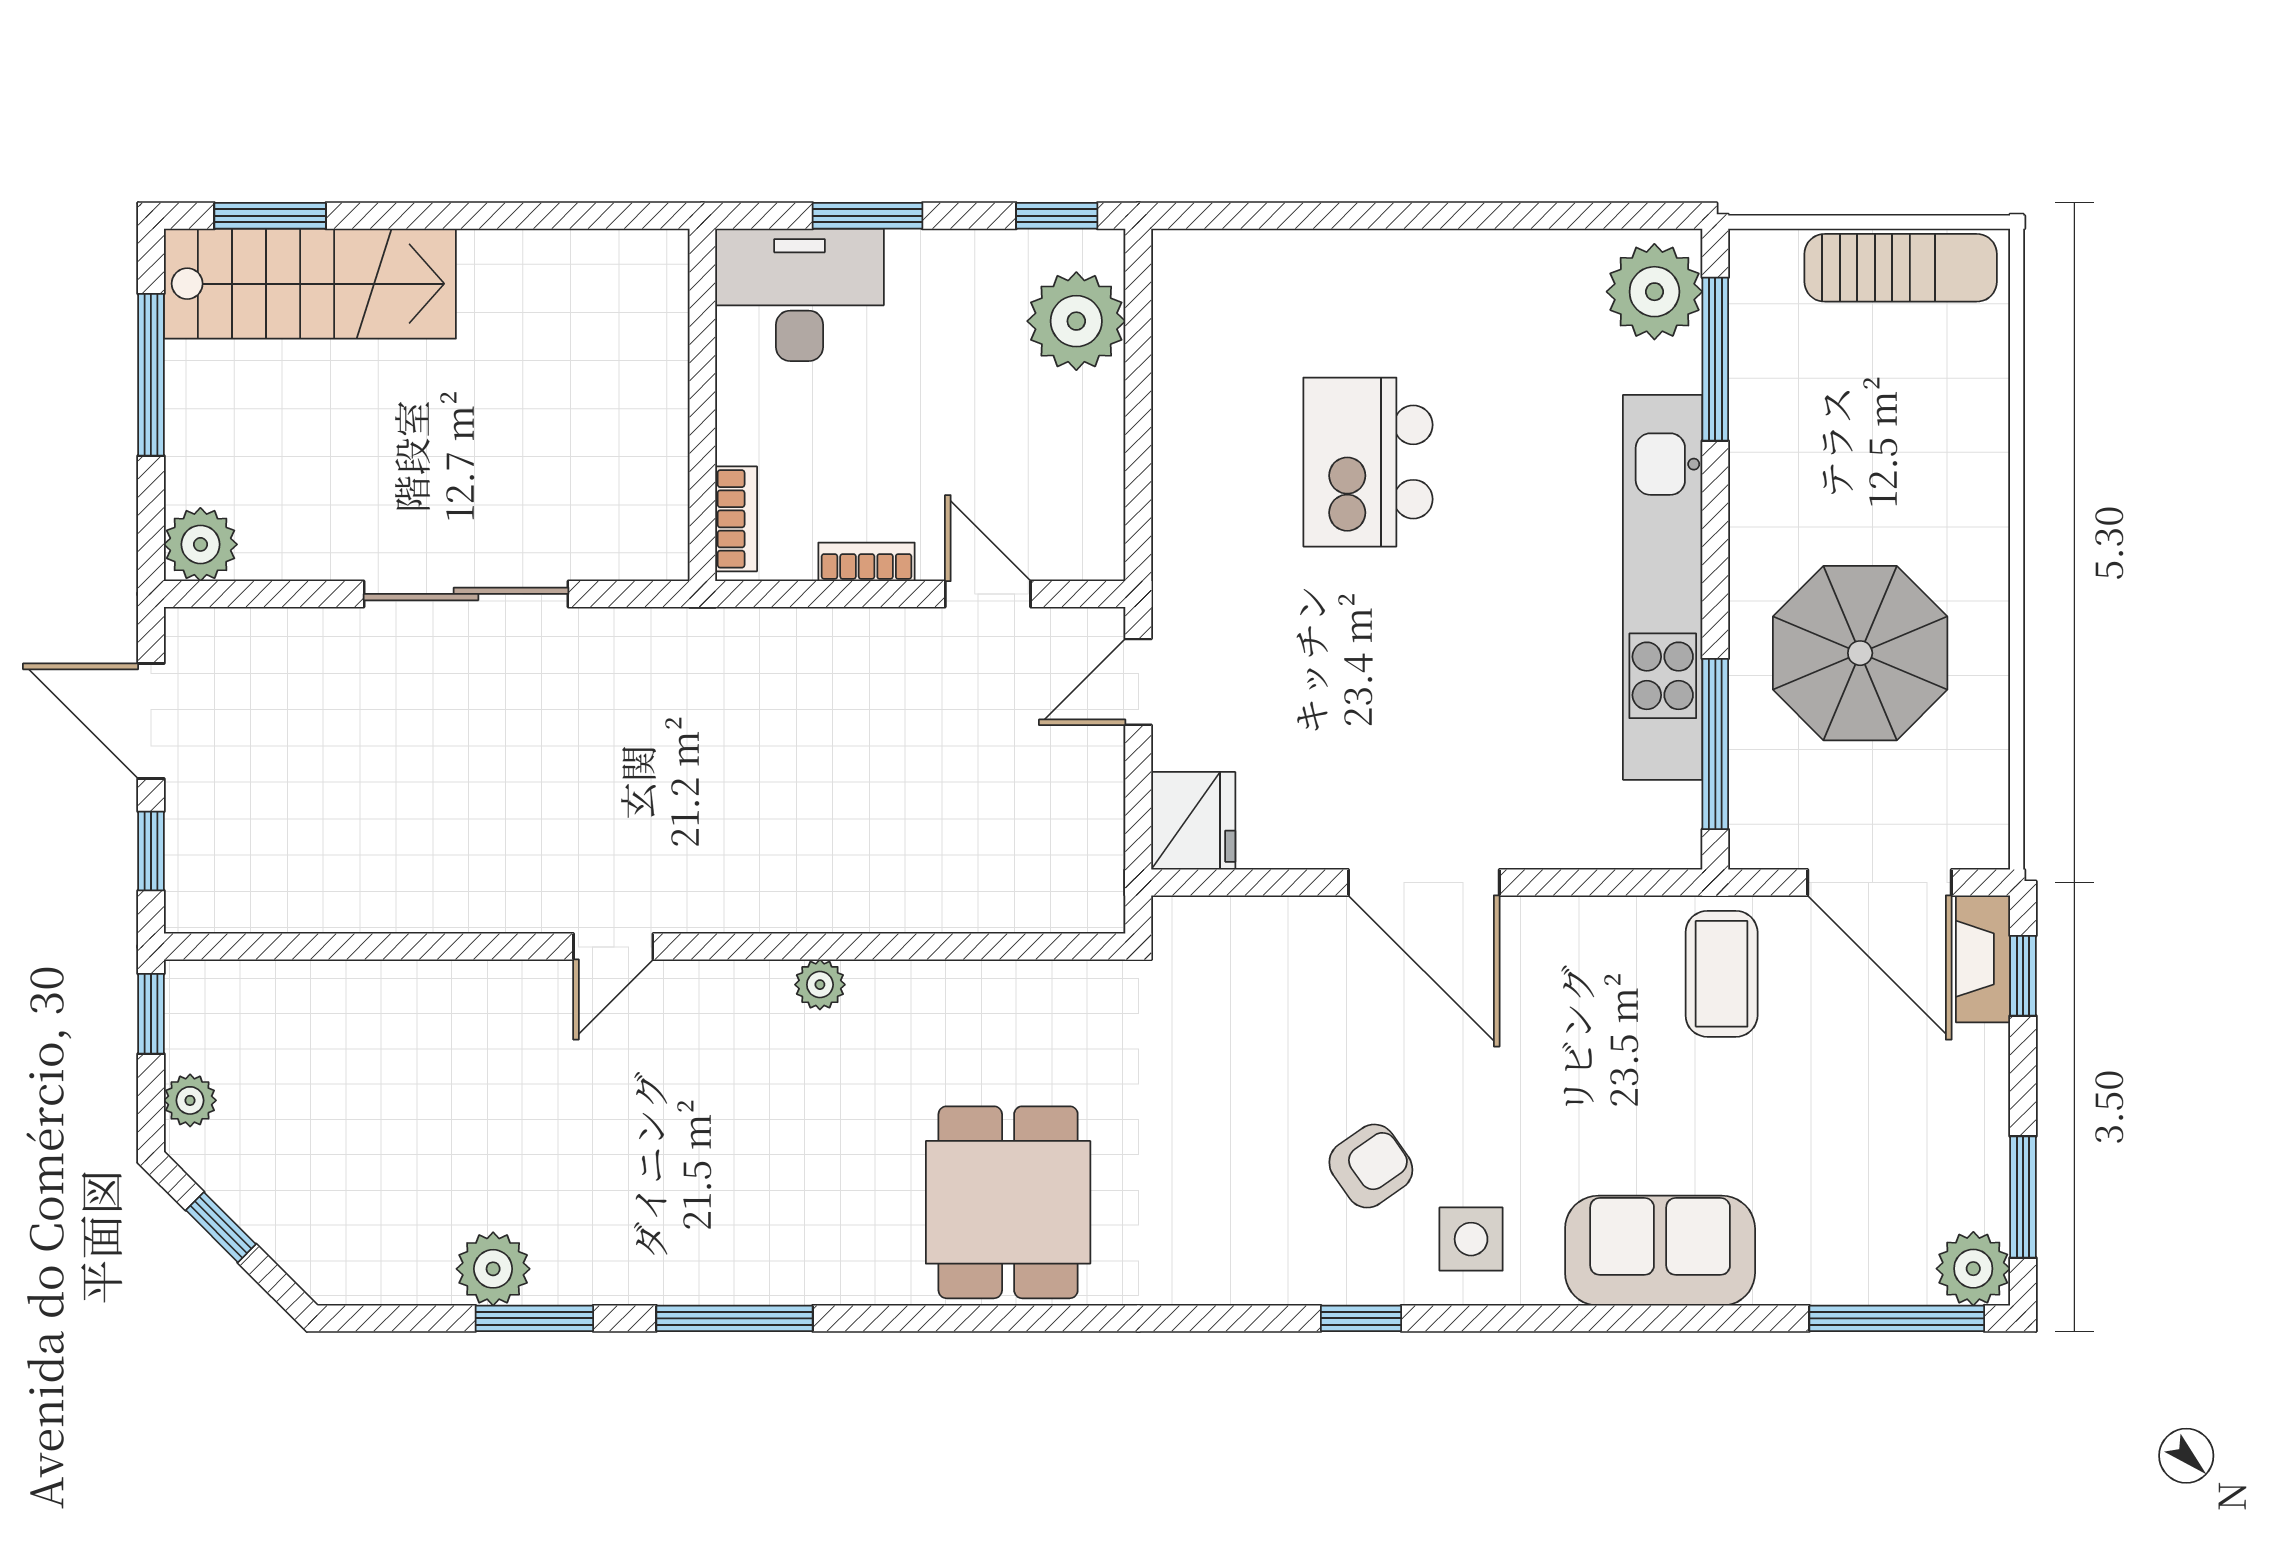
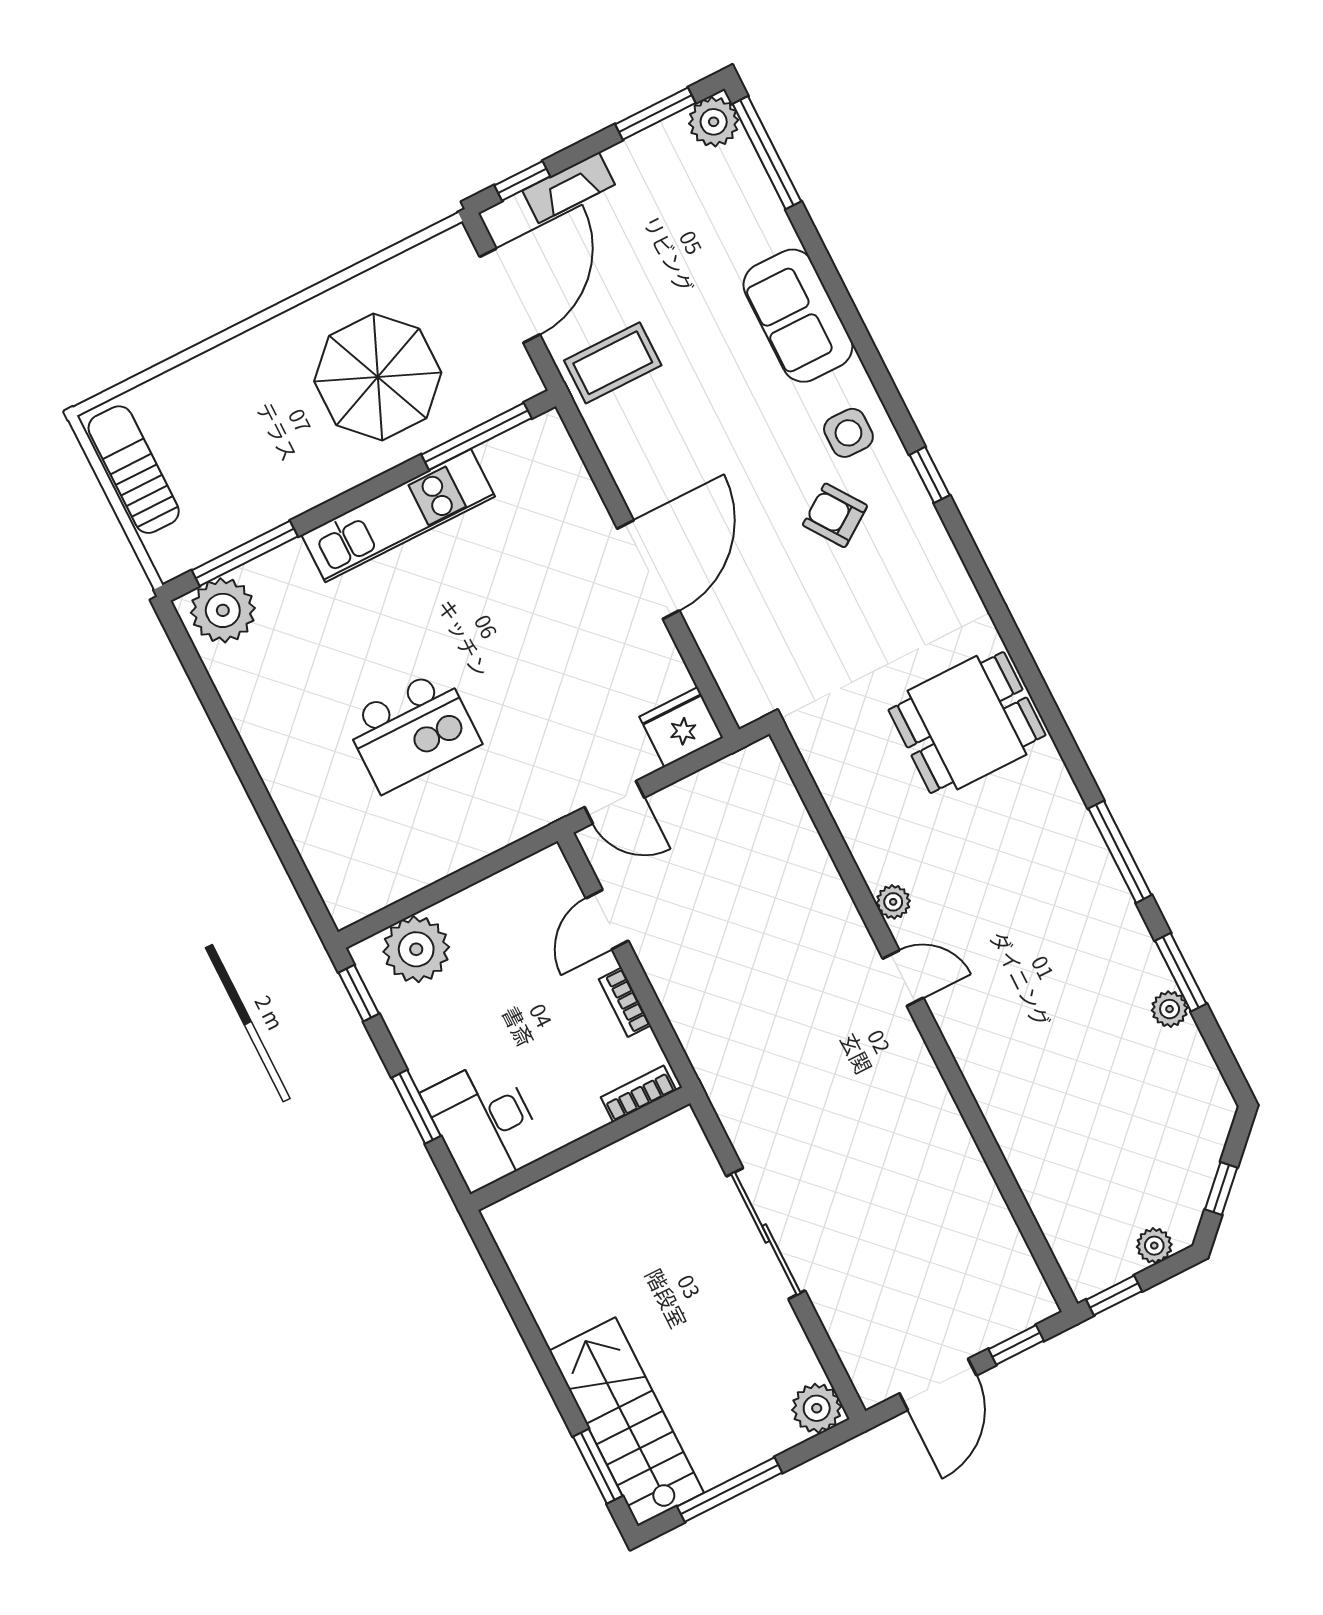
kitchen unit: (1663, 587) -> (398, 516), width x0.73
door: (613, 947) -> (903, 978), moved
fireplace: (1983, 959) -> (569, 188), moved
plant: (493, 1269) -> (1170, 1009), width x0.73, depth x0.73

